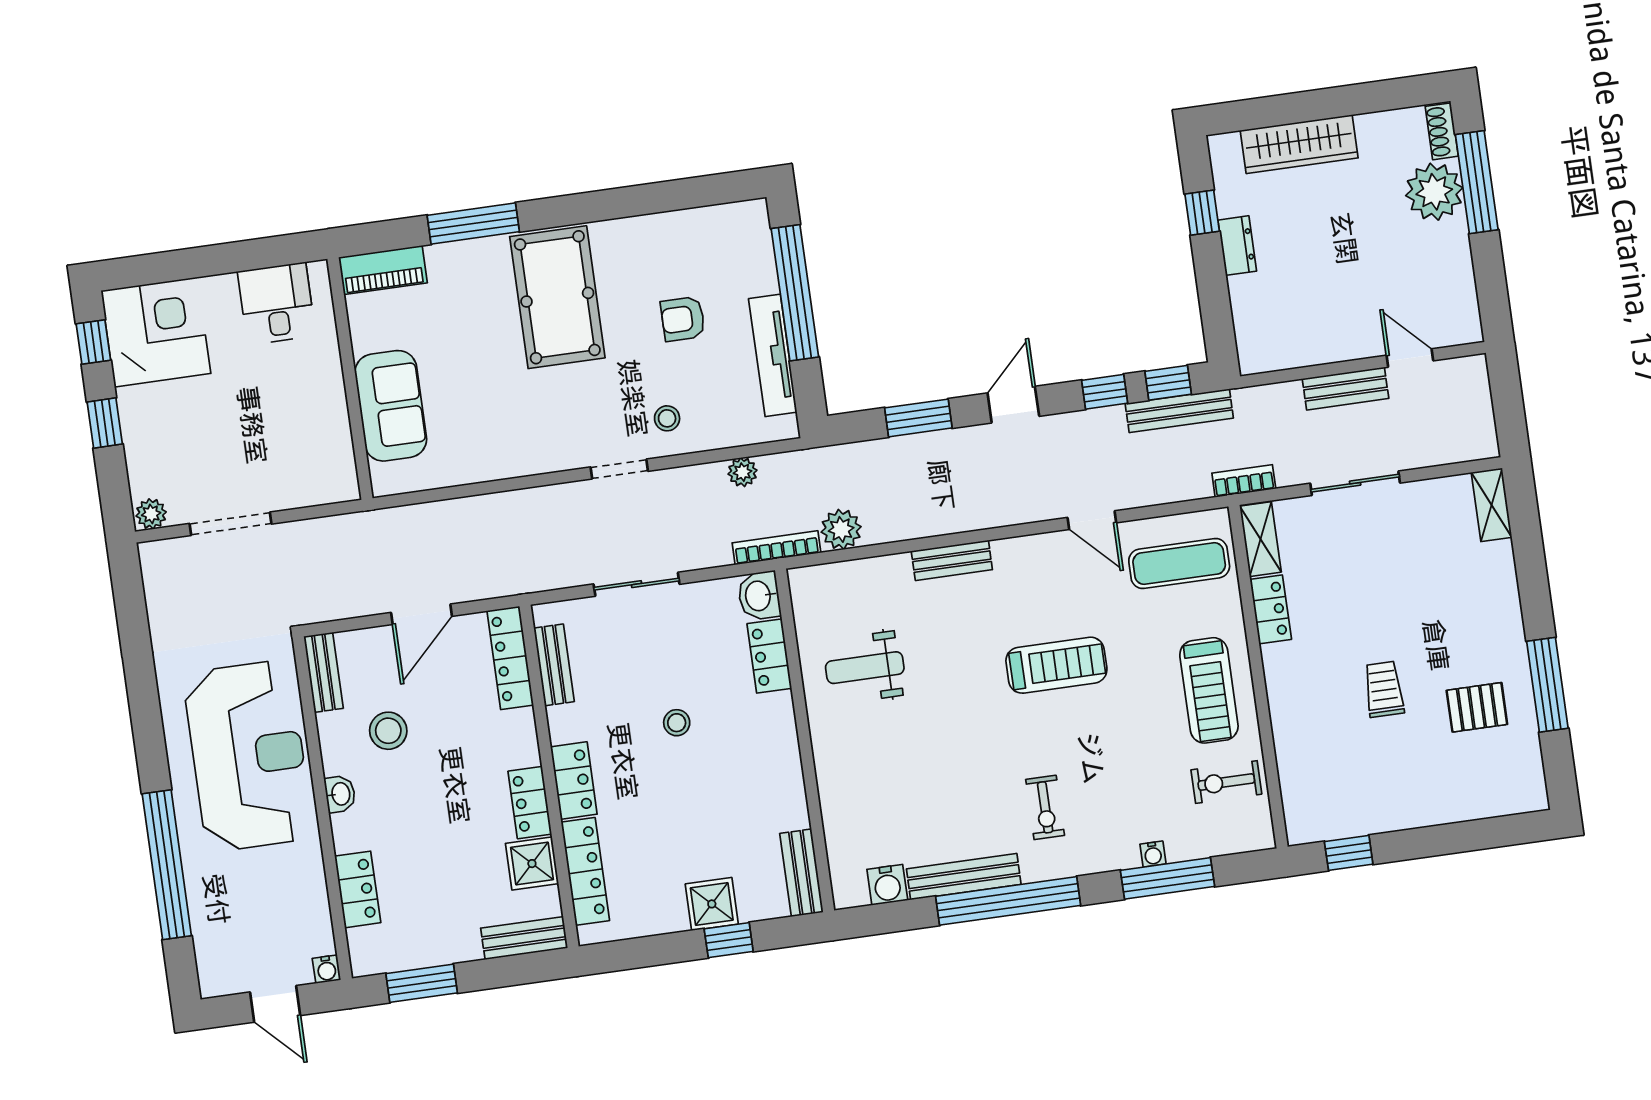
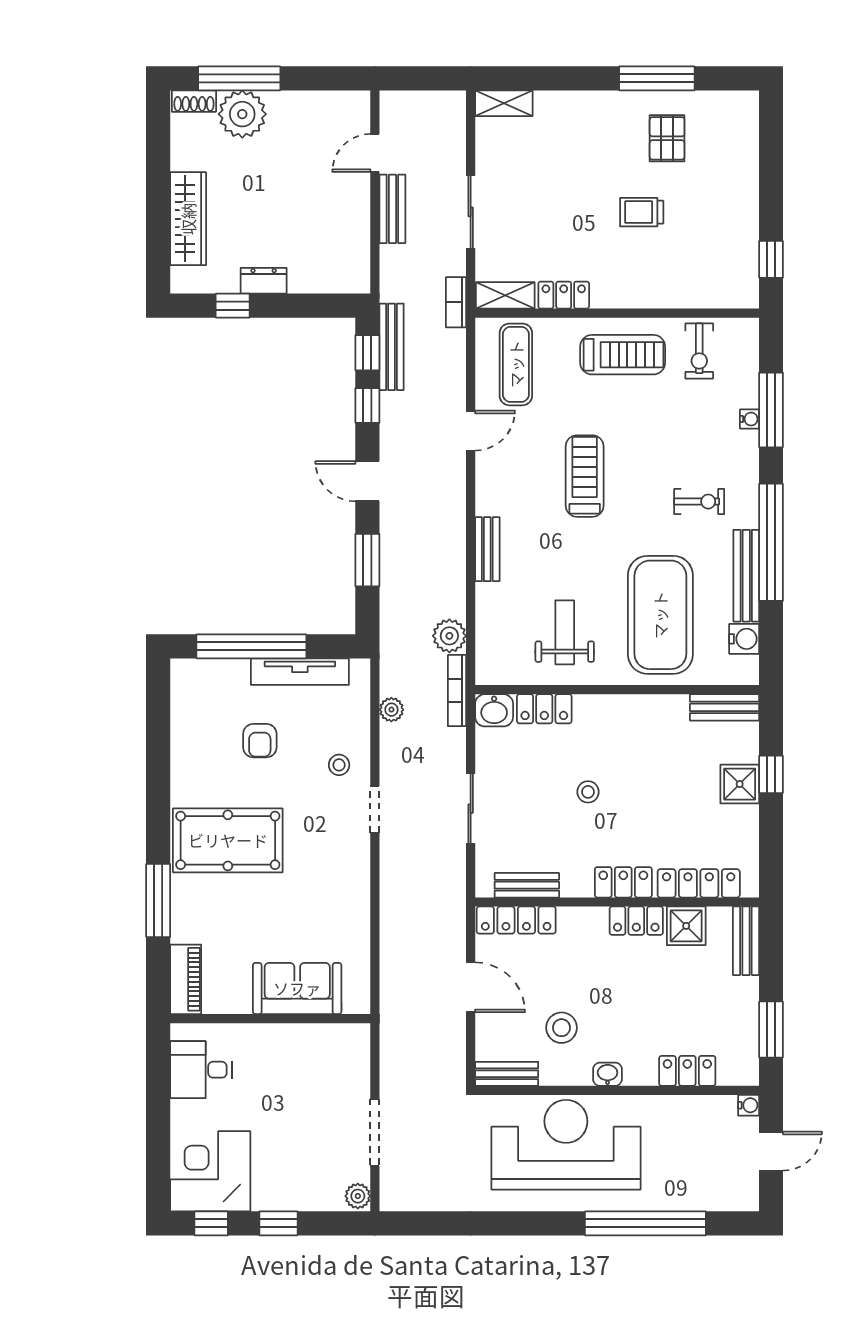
weight bench: (865, 668) -> (565, 632), turned 180
exercise mat: (902, 780) -> (660, 615), added

